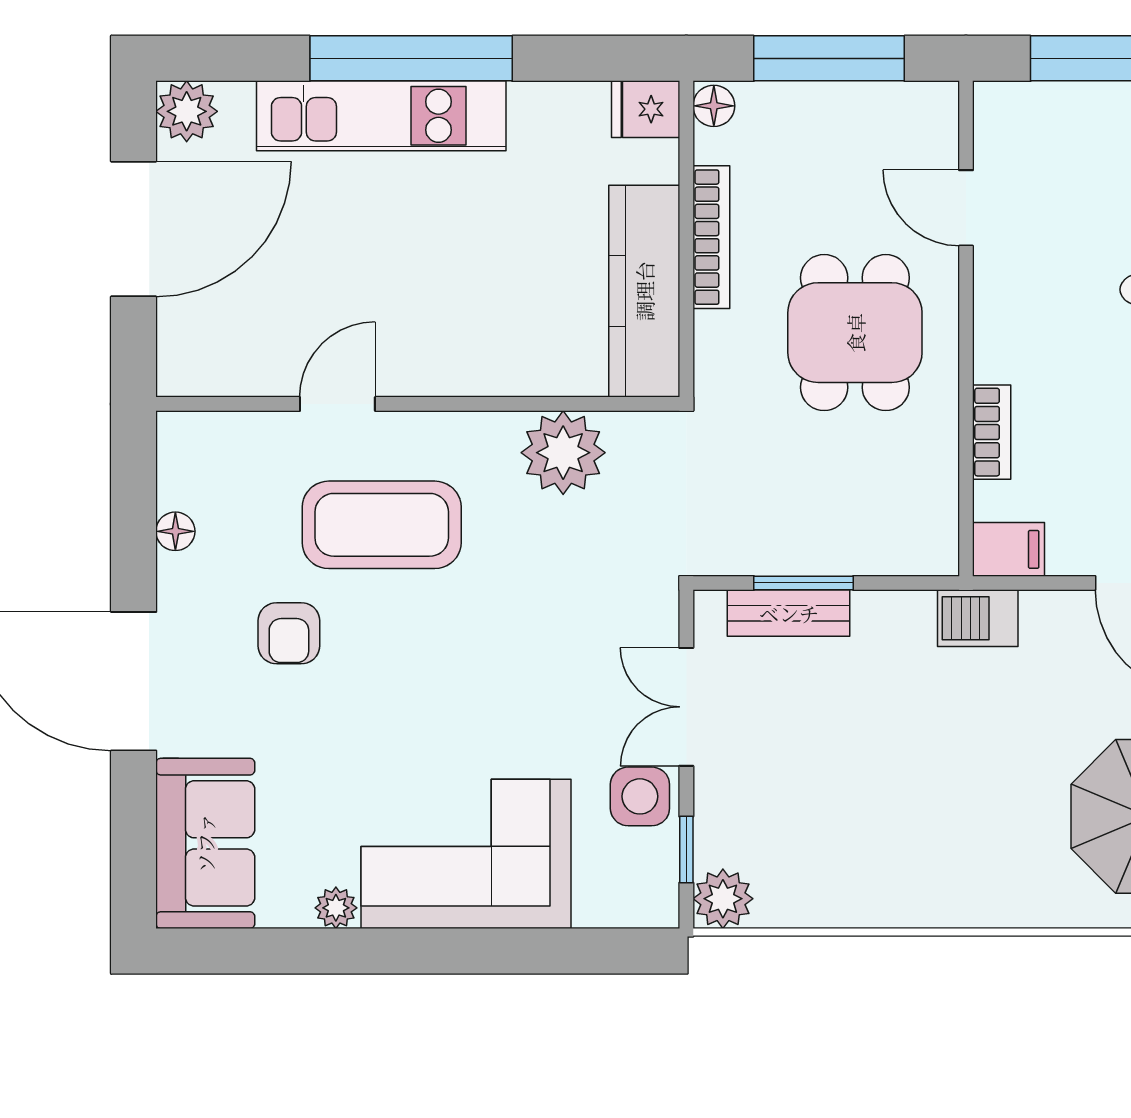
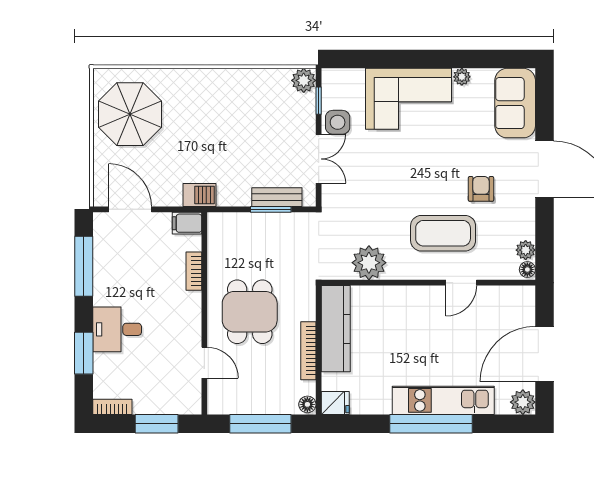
plant: (180, 484) -> (526, 250), added
floor lamp: (175, 531) -> (527, 270), moved

